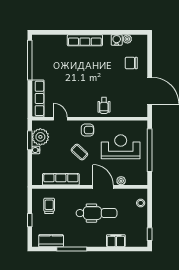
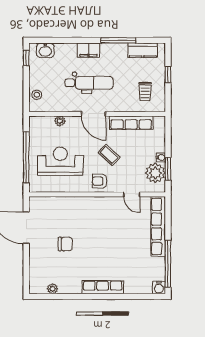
water cooler: (117, 40) -> (159, 288), moved
chair: (131, 63) -> (65, 244), moved
row of seats: (38, 98) -> (158, 226), width x1.36
wheelchair: (104, 105) -> (80, 210), removed
reception desk: (121, 147) -> (60, 161), turned 180
door: (103, 187) -> (93, 114), moved
dental chair: (97, 213) -> (89, 83), turned 180
filing cabinet: (116, 241) -> (89, 50), moved
washbasin: (133, 241) -> (45, 50), added

